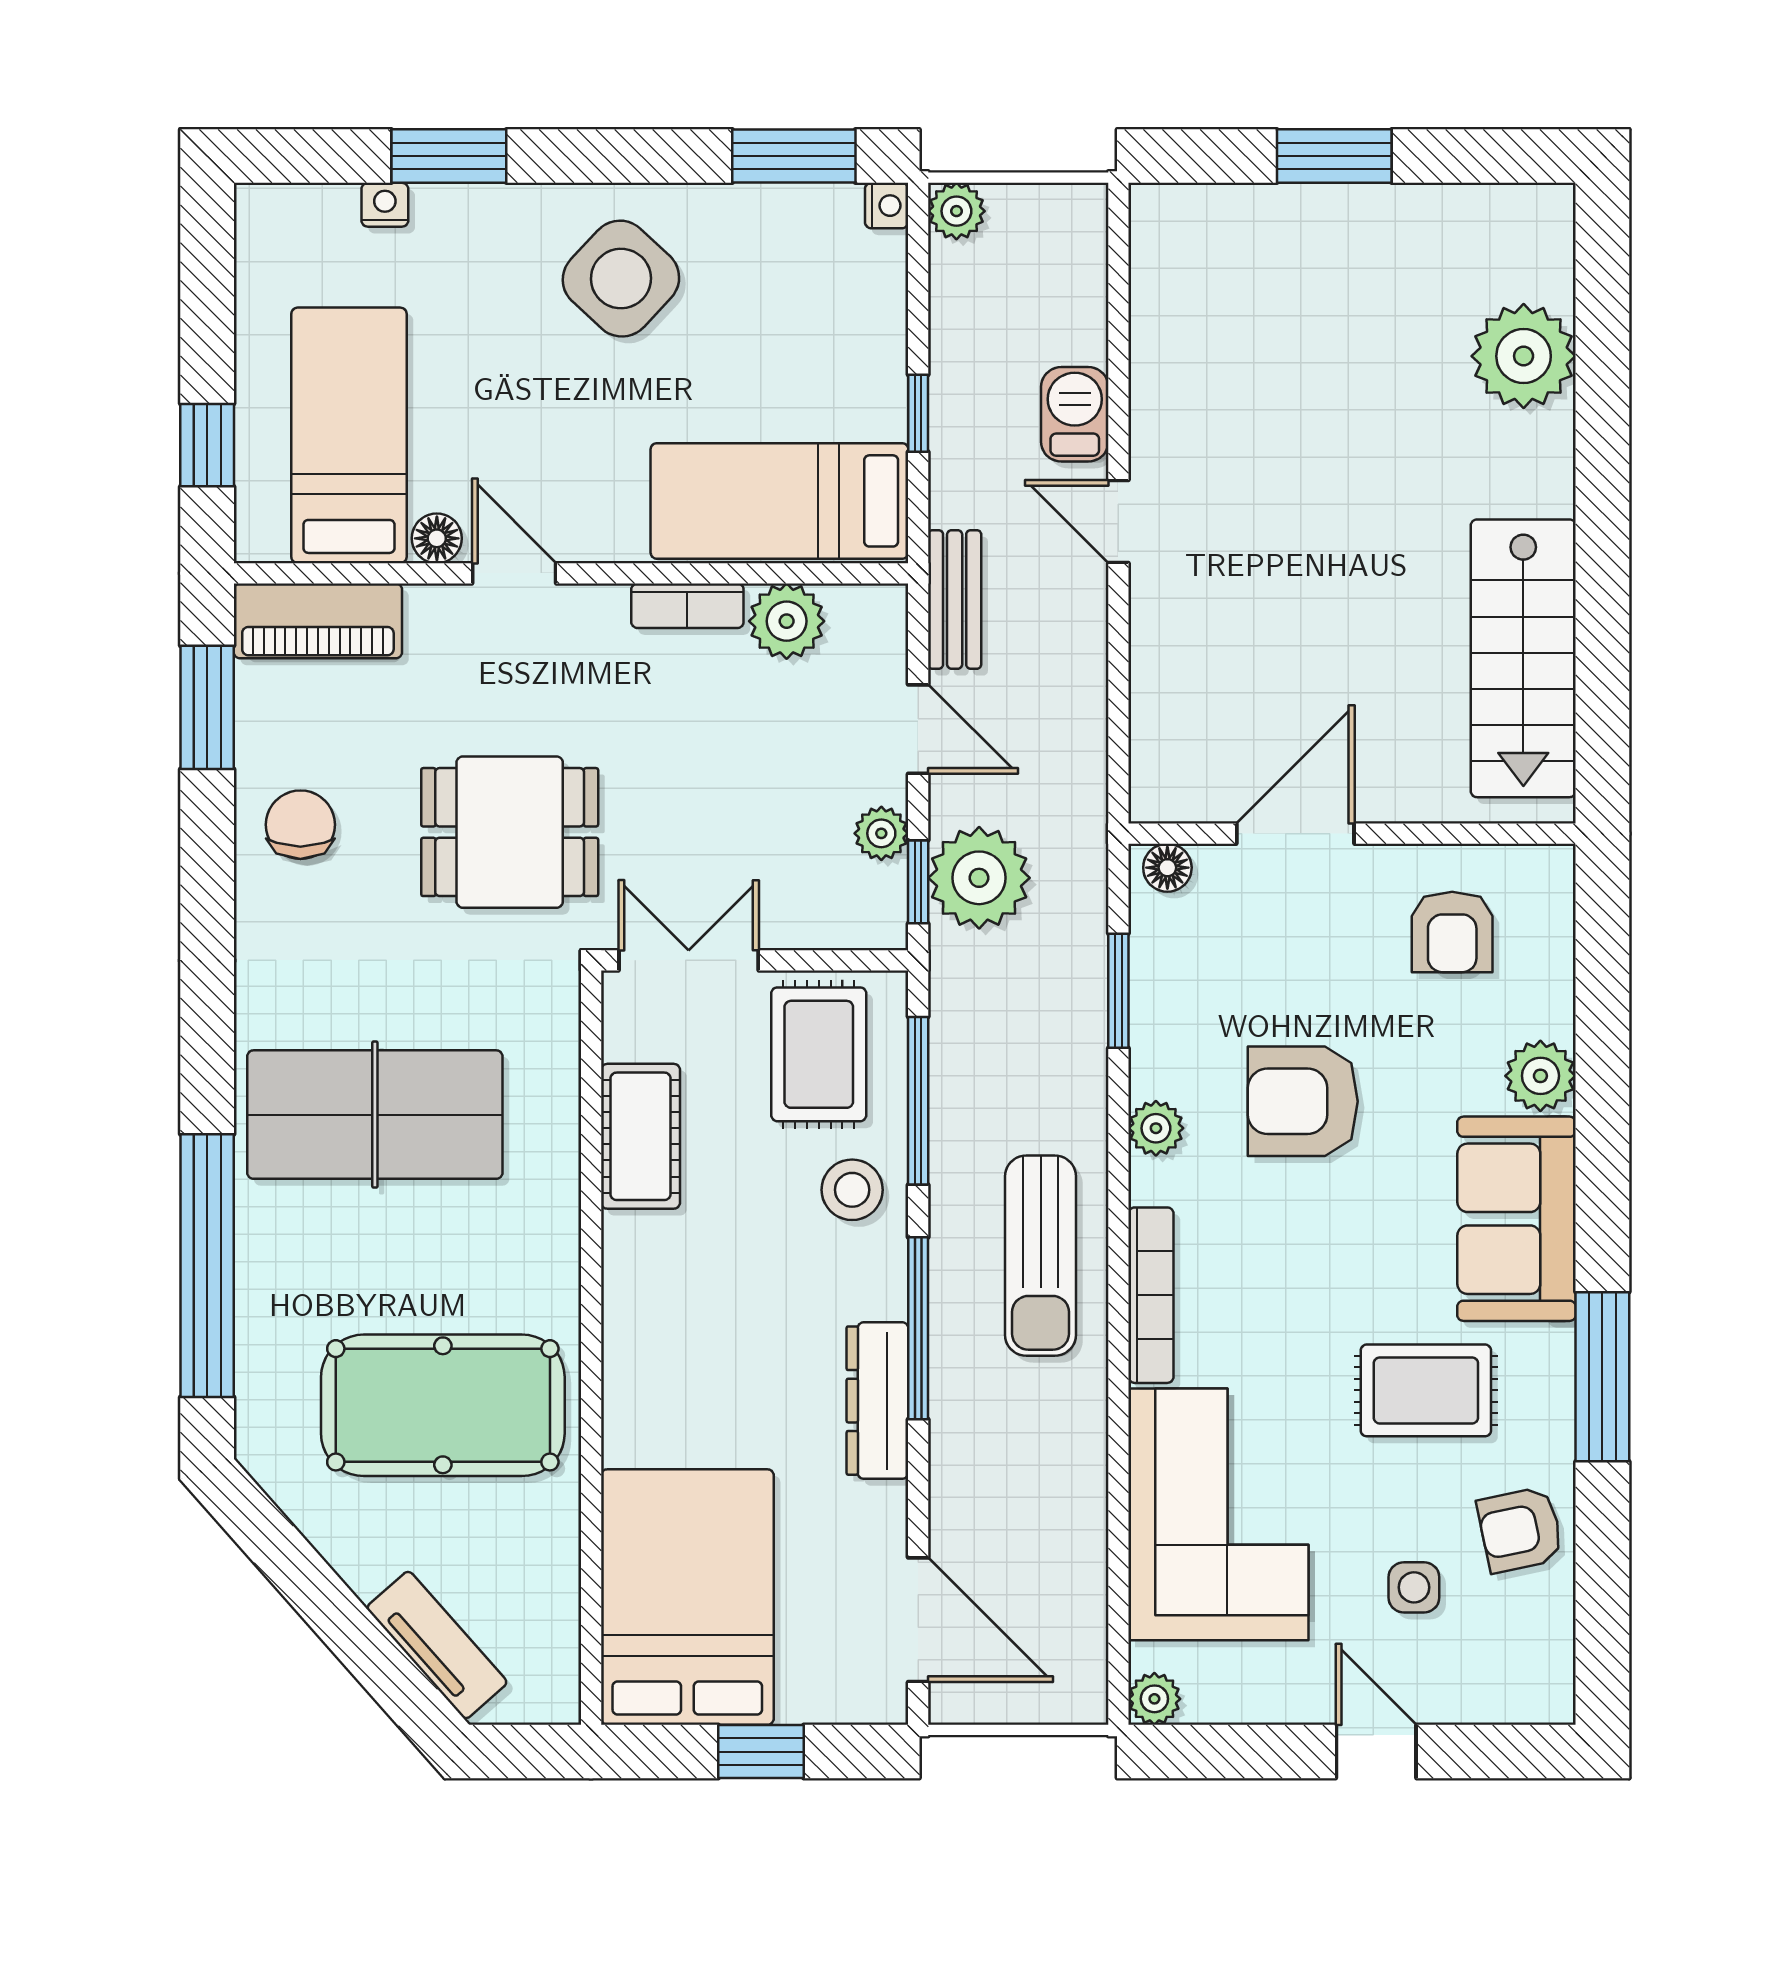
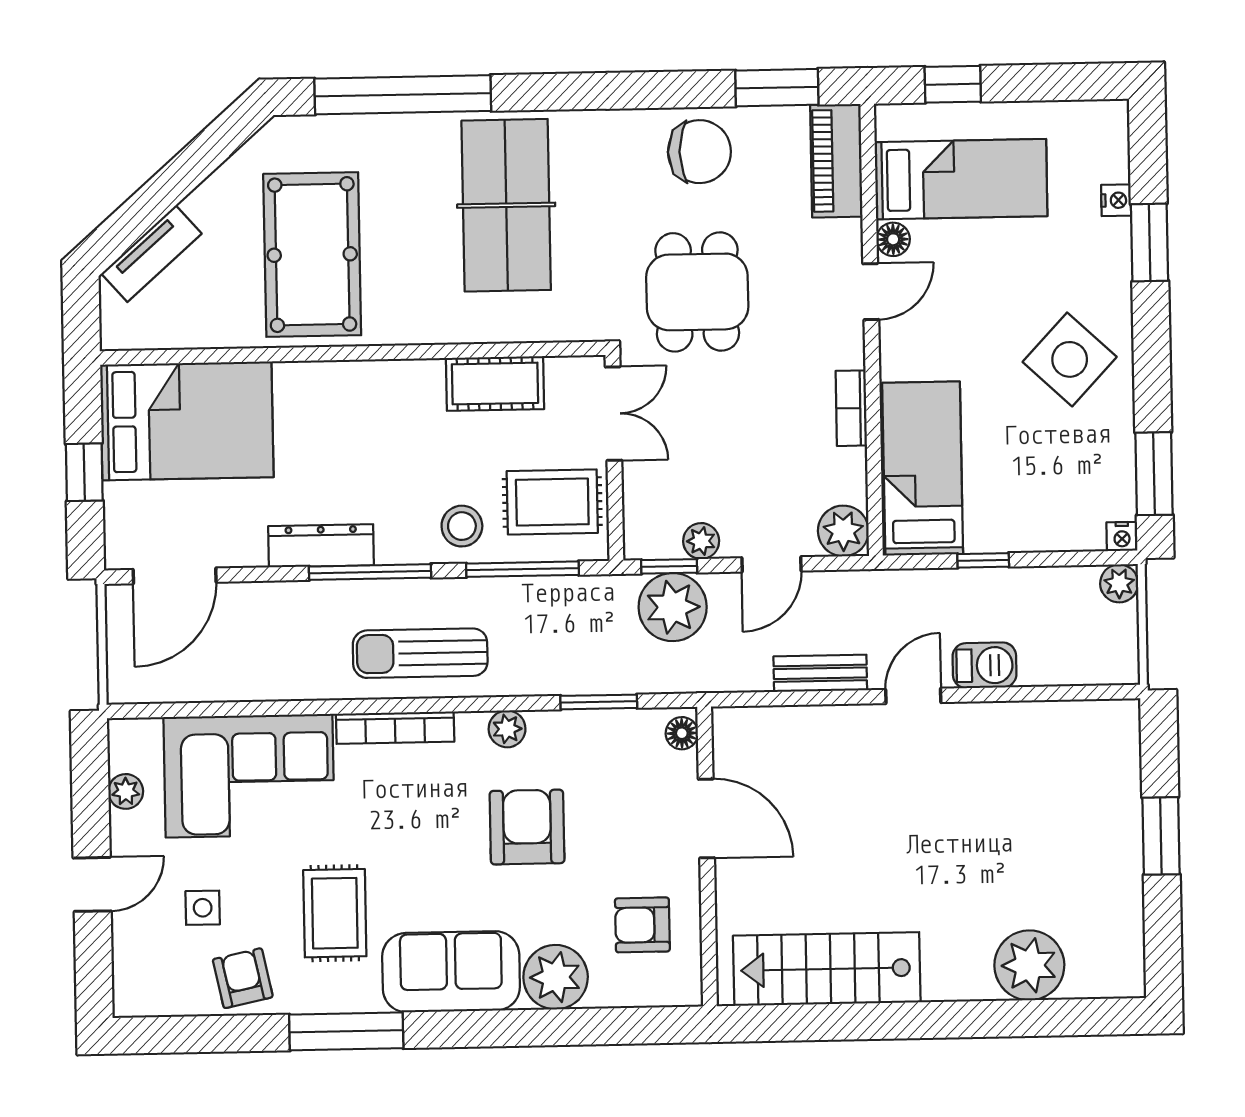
bench: (955, 599) -> (820, 673), moved
plant: (787, 621) -> (843, 531), moved
chair: (300, 825) -> (699, 152), width x1.37, depth x1.37
plant: (1540, 1076) -> (556, 977), width x1.36, depth x1.36
plant: (1154, 1699) -> (126, 791), moved

